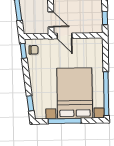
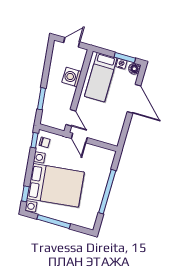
window: (105, 18) -> (124, 133), removed
bed with nightstands: (75, 93) -> (56, 185), moved, turned 84
window: (106, 94) -> (107, 192), moved

